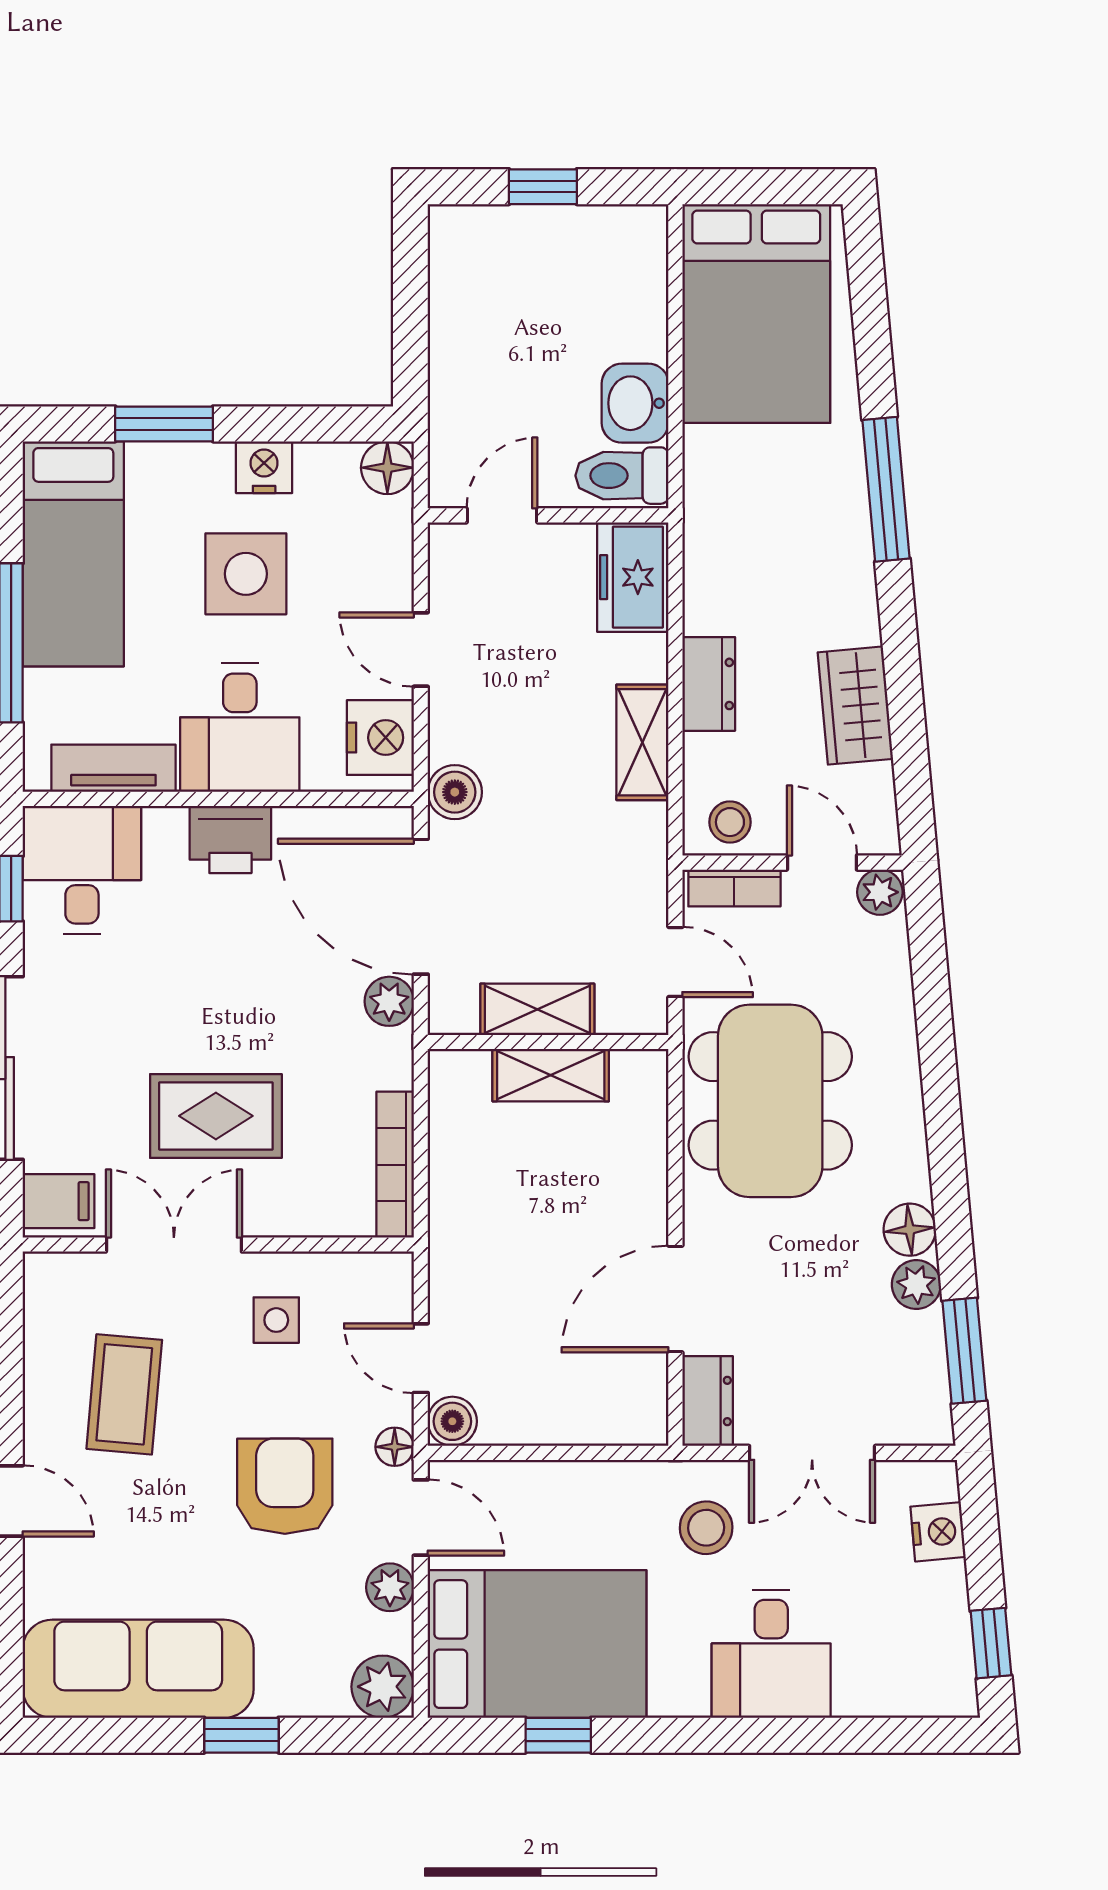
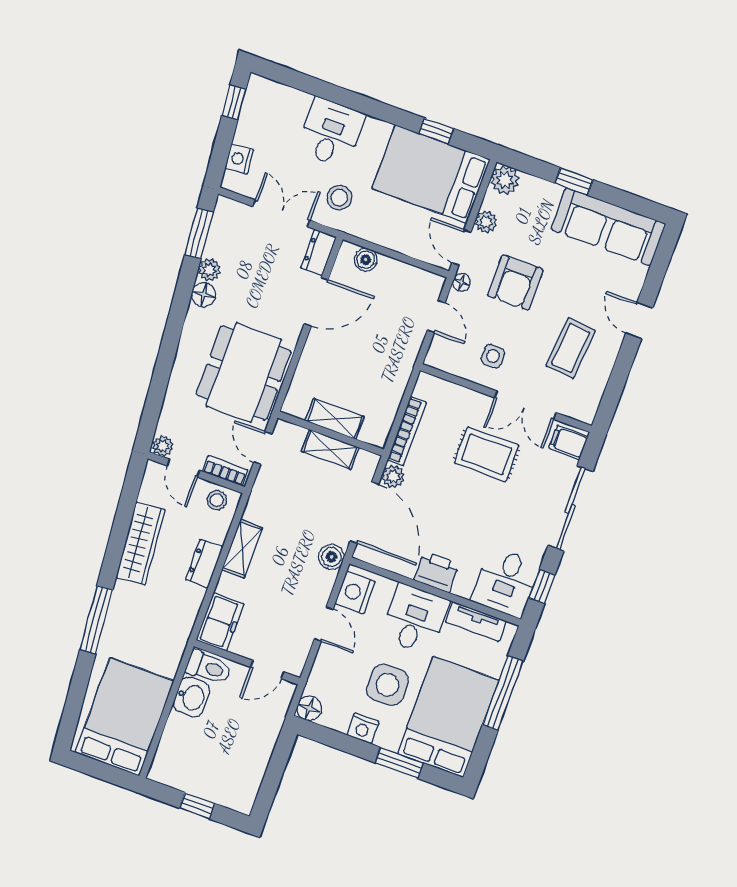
bed: (73, 554) -> (448, 717), width x1.50
wardrobe: (855, 706) -> (141, 543), width x1.50
bookcase: (395, 1165) -> (407, 431), moved
boiler: (452, 1421) -> (366, 260), moved

